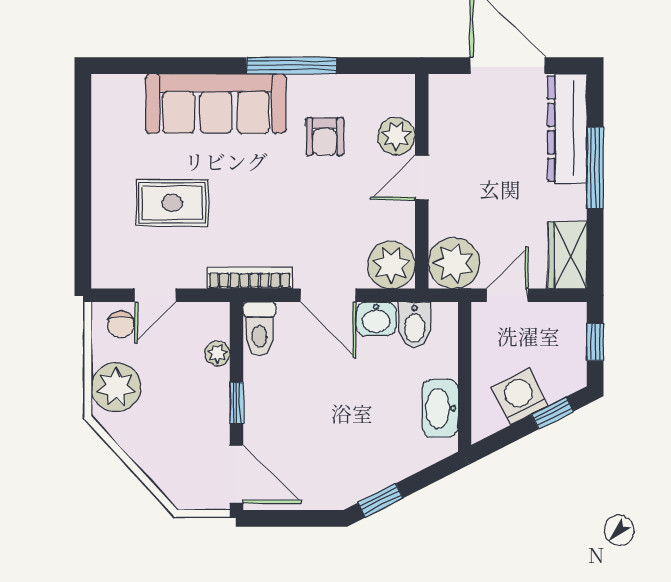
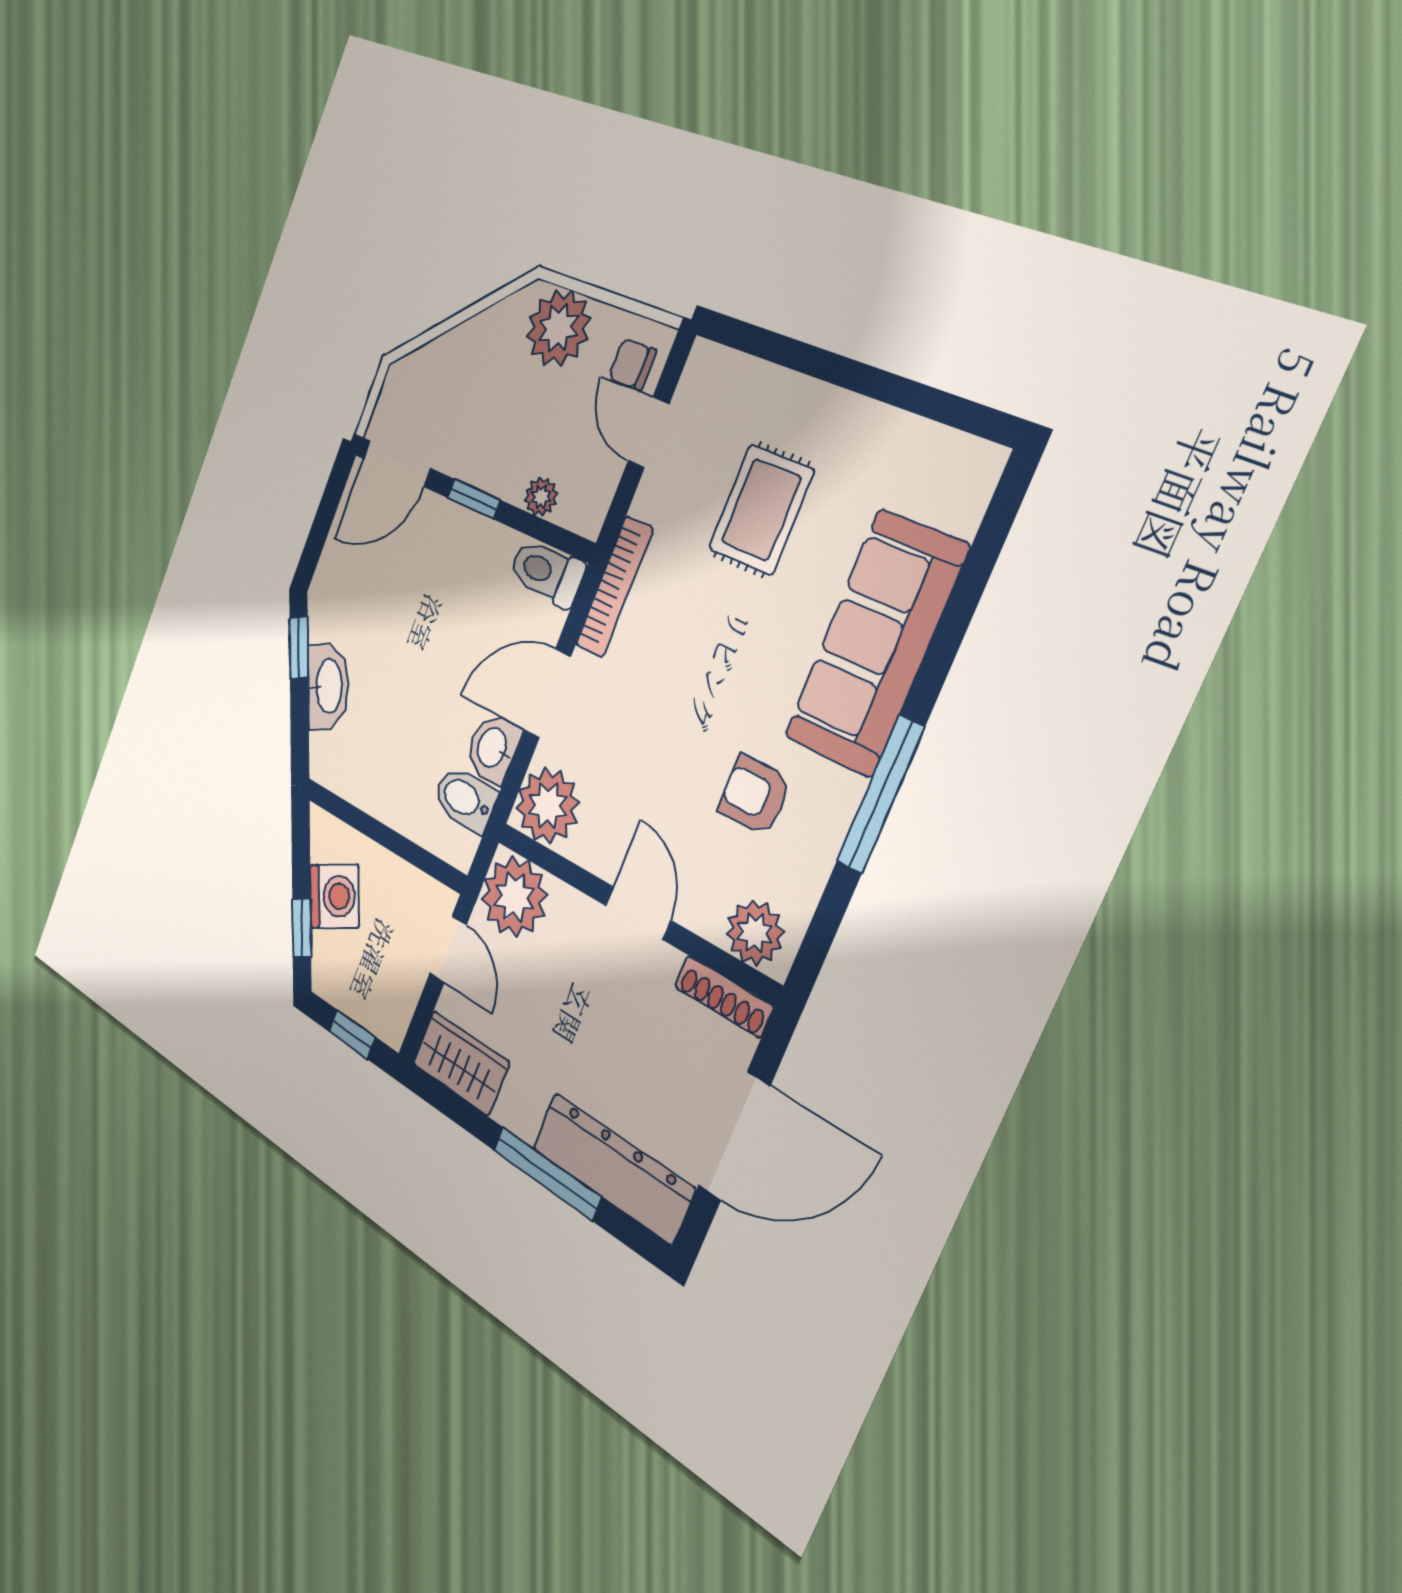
shoe rack: (439, 105) -> (724, 997), added
plant: (396, 136) -> (755, 933), moved
washbasin: (440, 408) -> (328, 686), moved, turned 63

